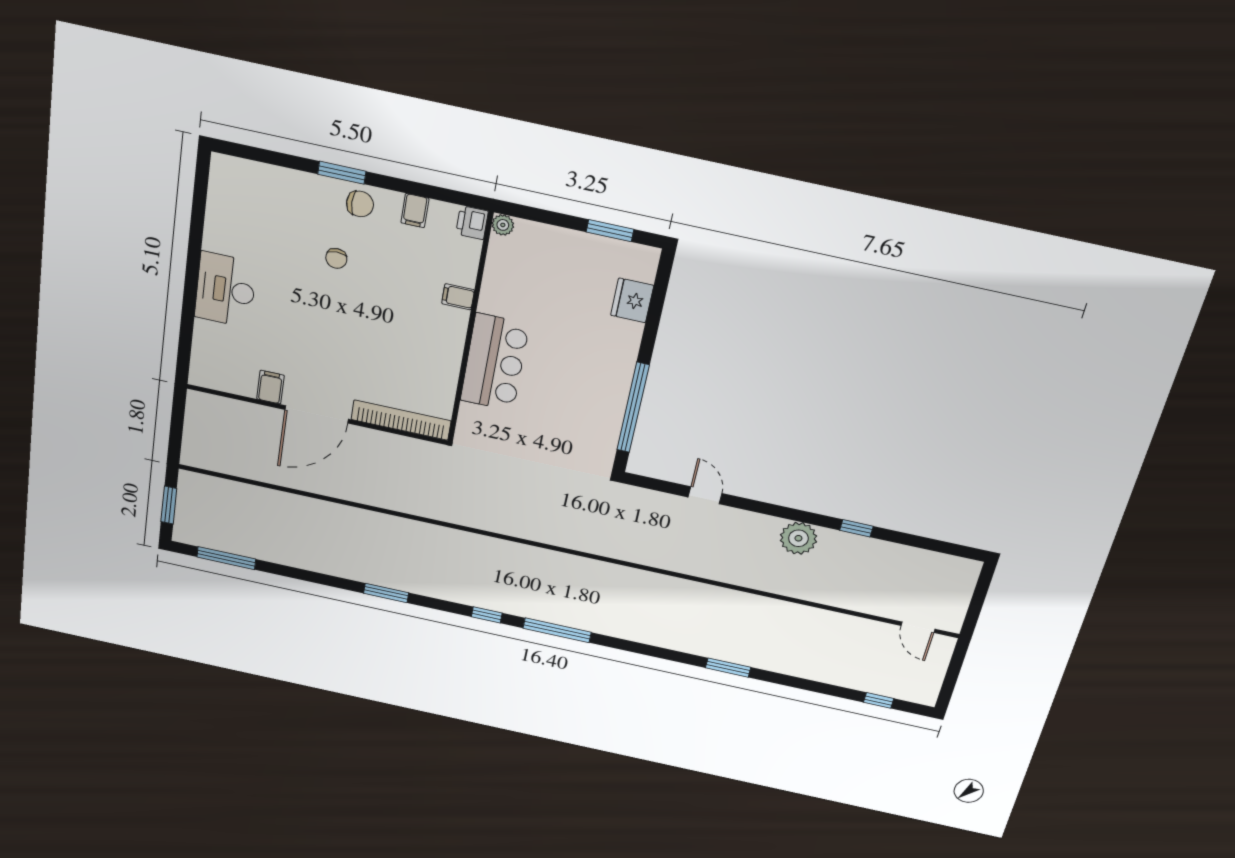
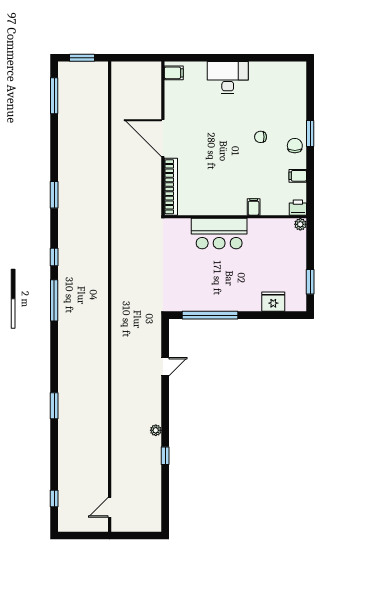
chair: (360, 204) -> (295, 146), turned 180
filing cabinet: (270, 387) -> (174, 73), moved
plant: (798, 538) -> (156, 430), width x0.53, depth x0.53

